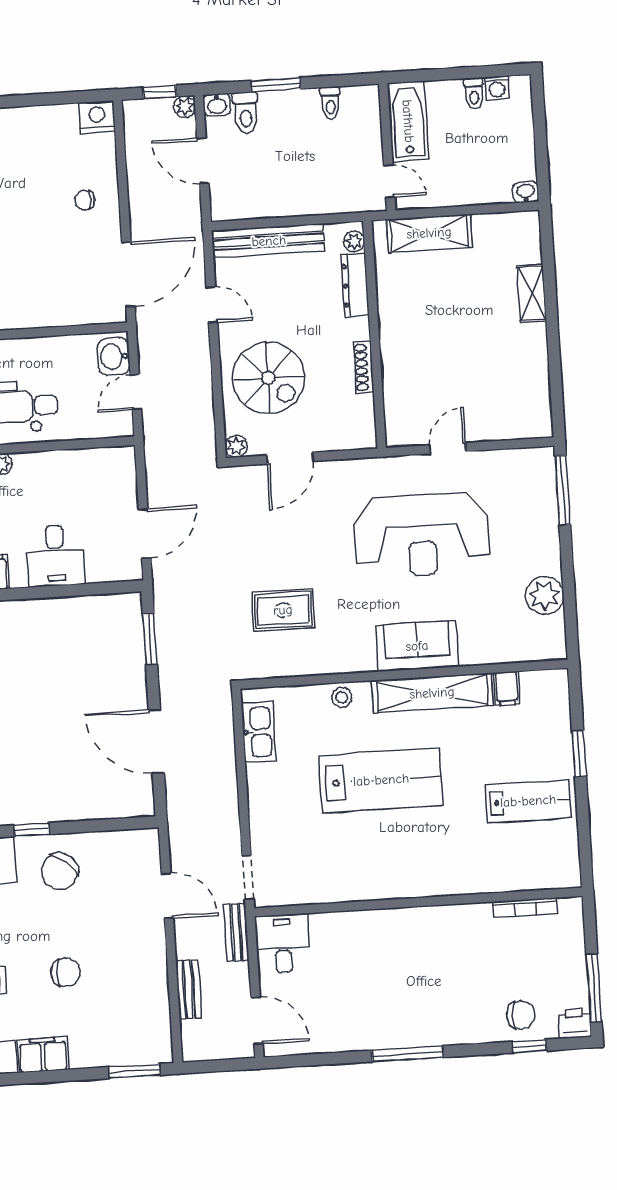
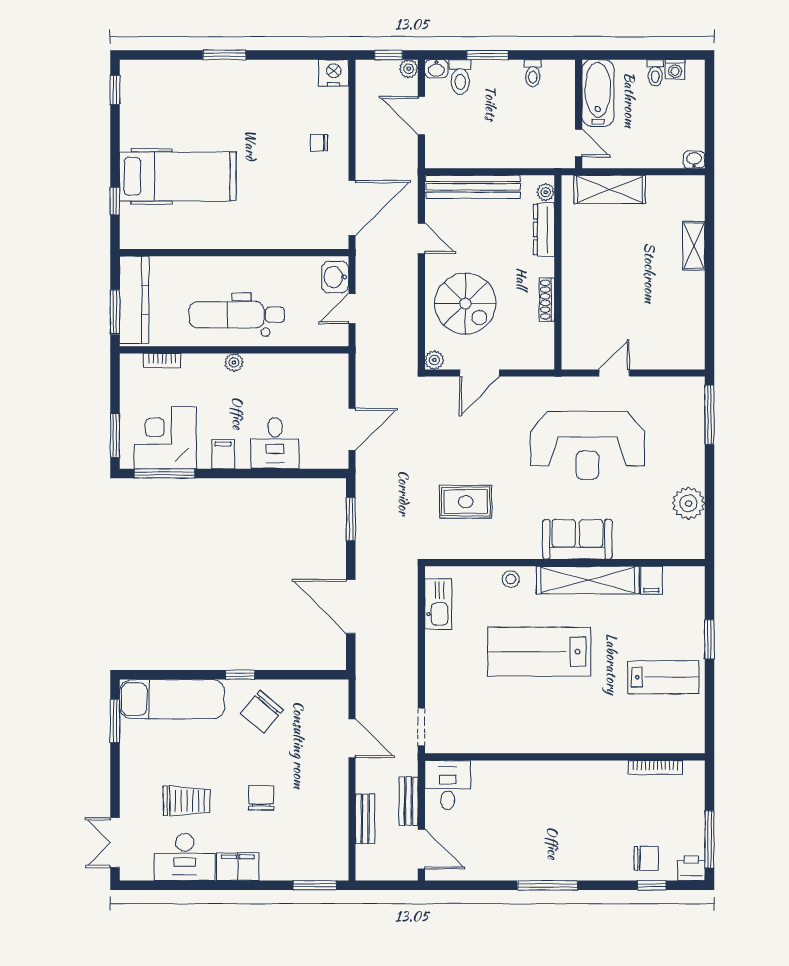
lab bench: (381, 780) -> (539, 652), turned 180
bench: (236, 932) -> (409, 801), moved
chair: (65, 972) -> (261, 798), turned -90

